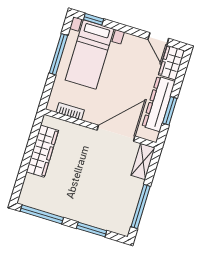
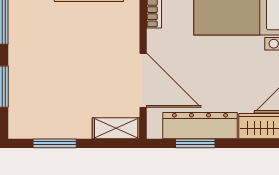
window: (141, 207) -> (55, 143), width x0.69

